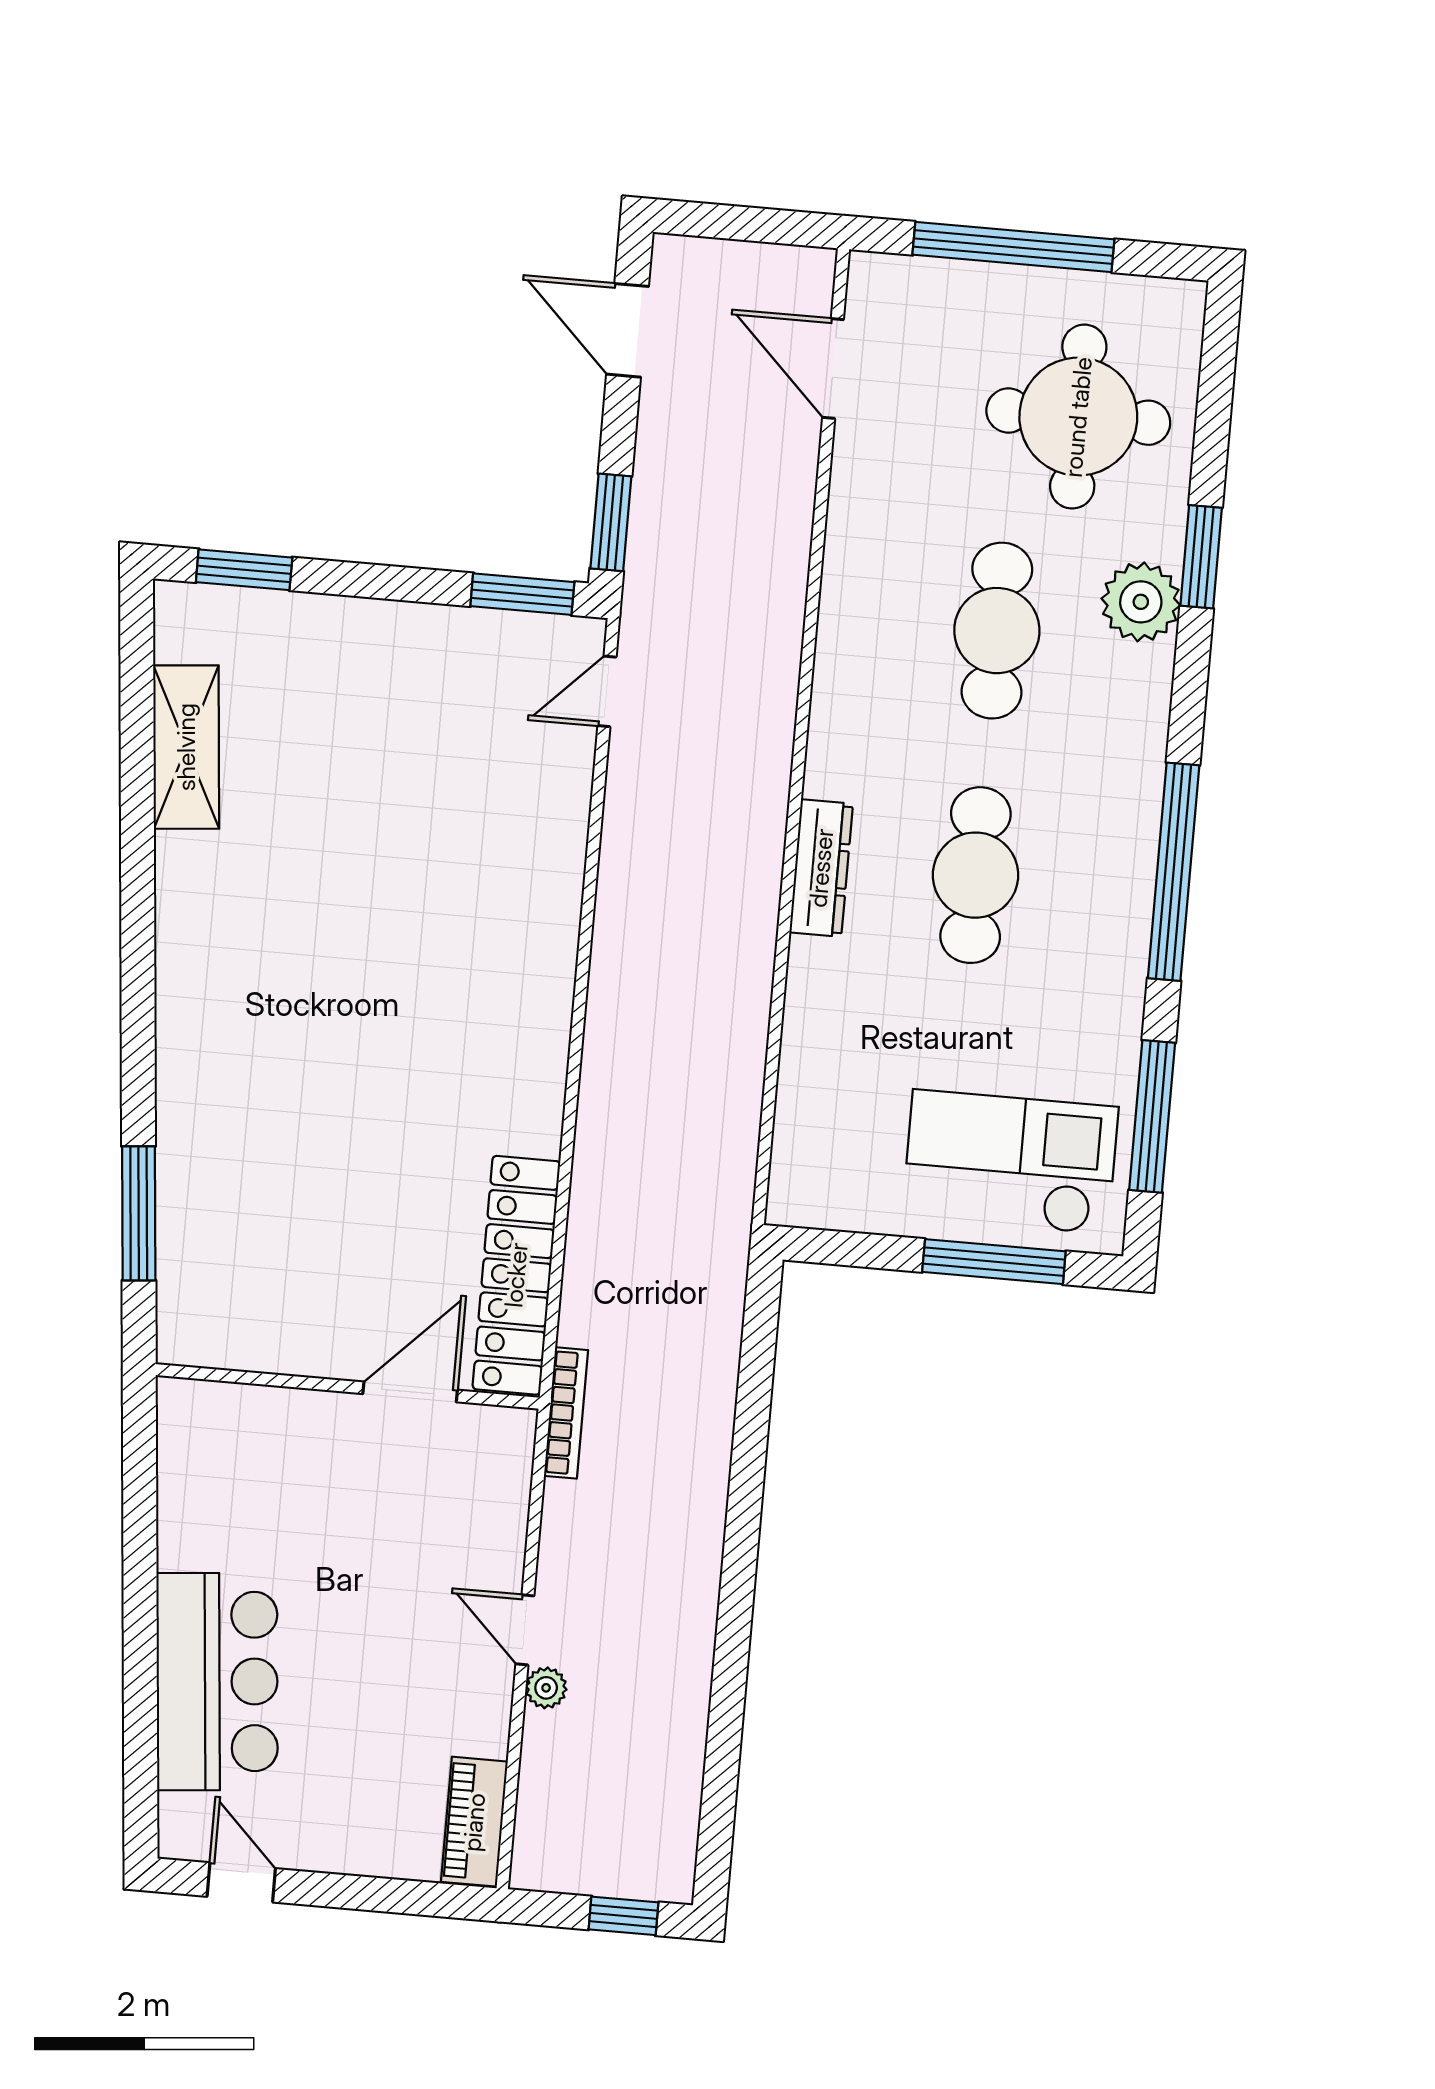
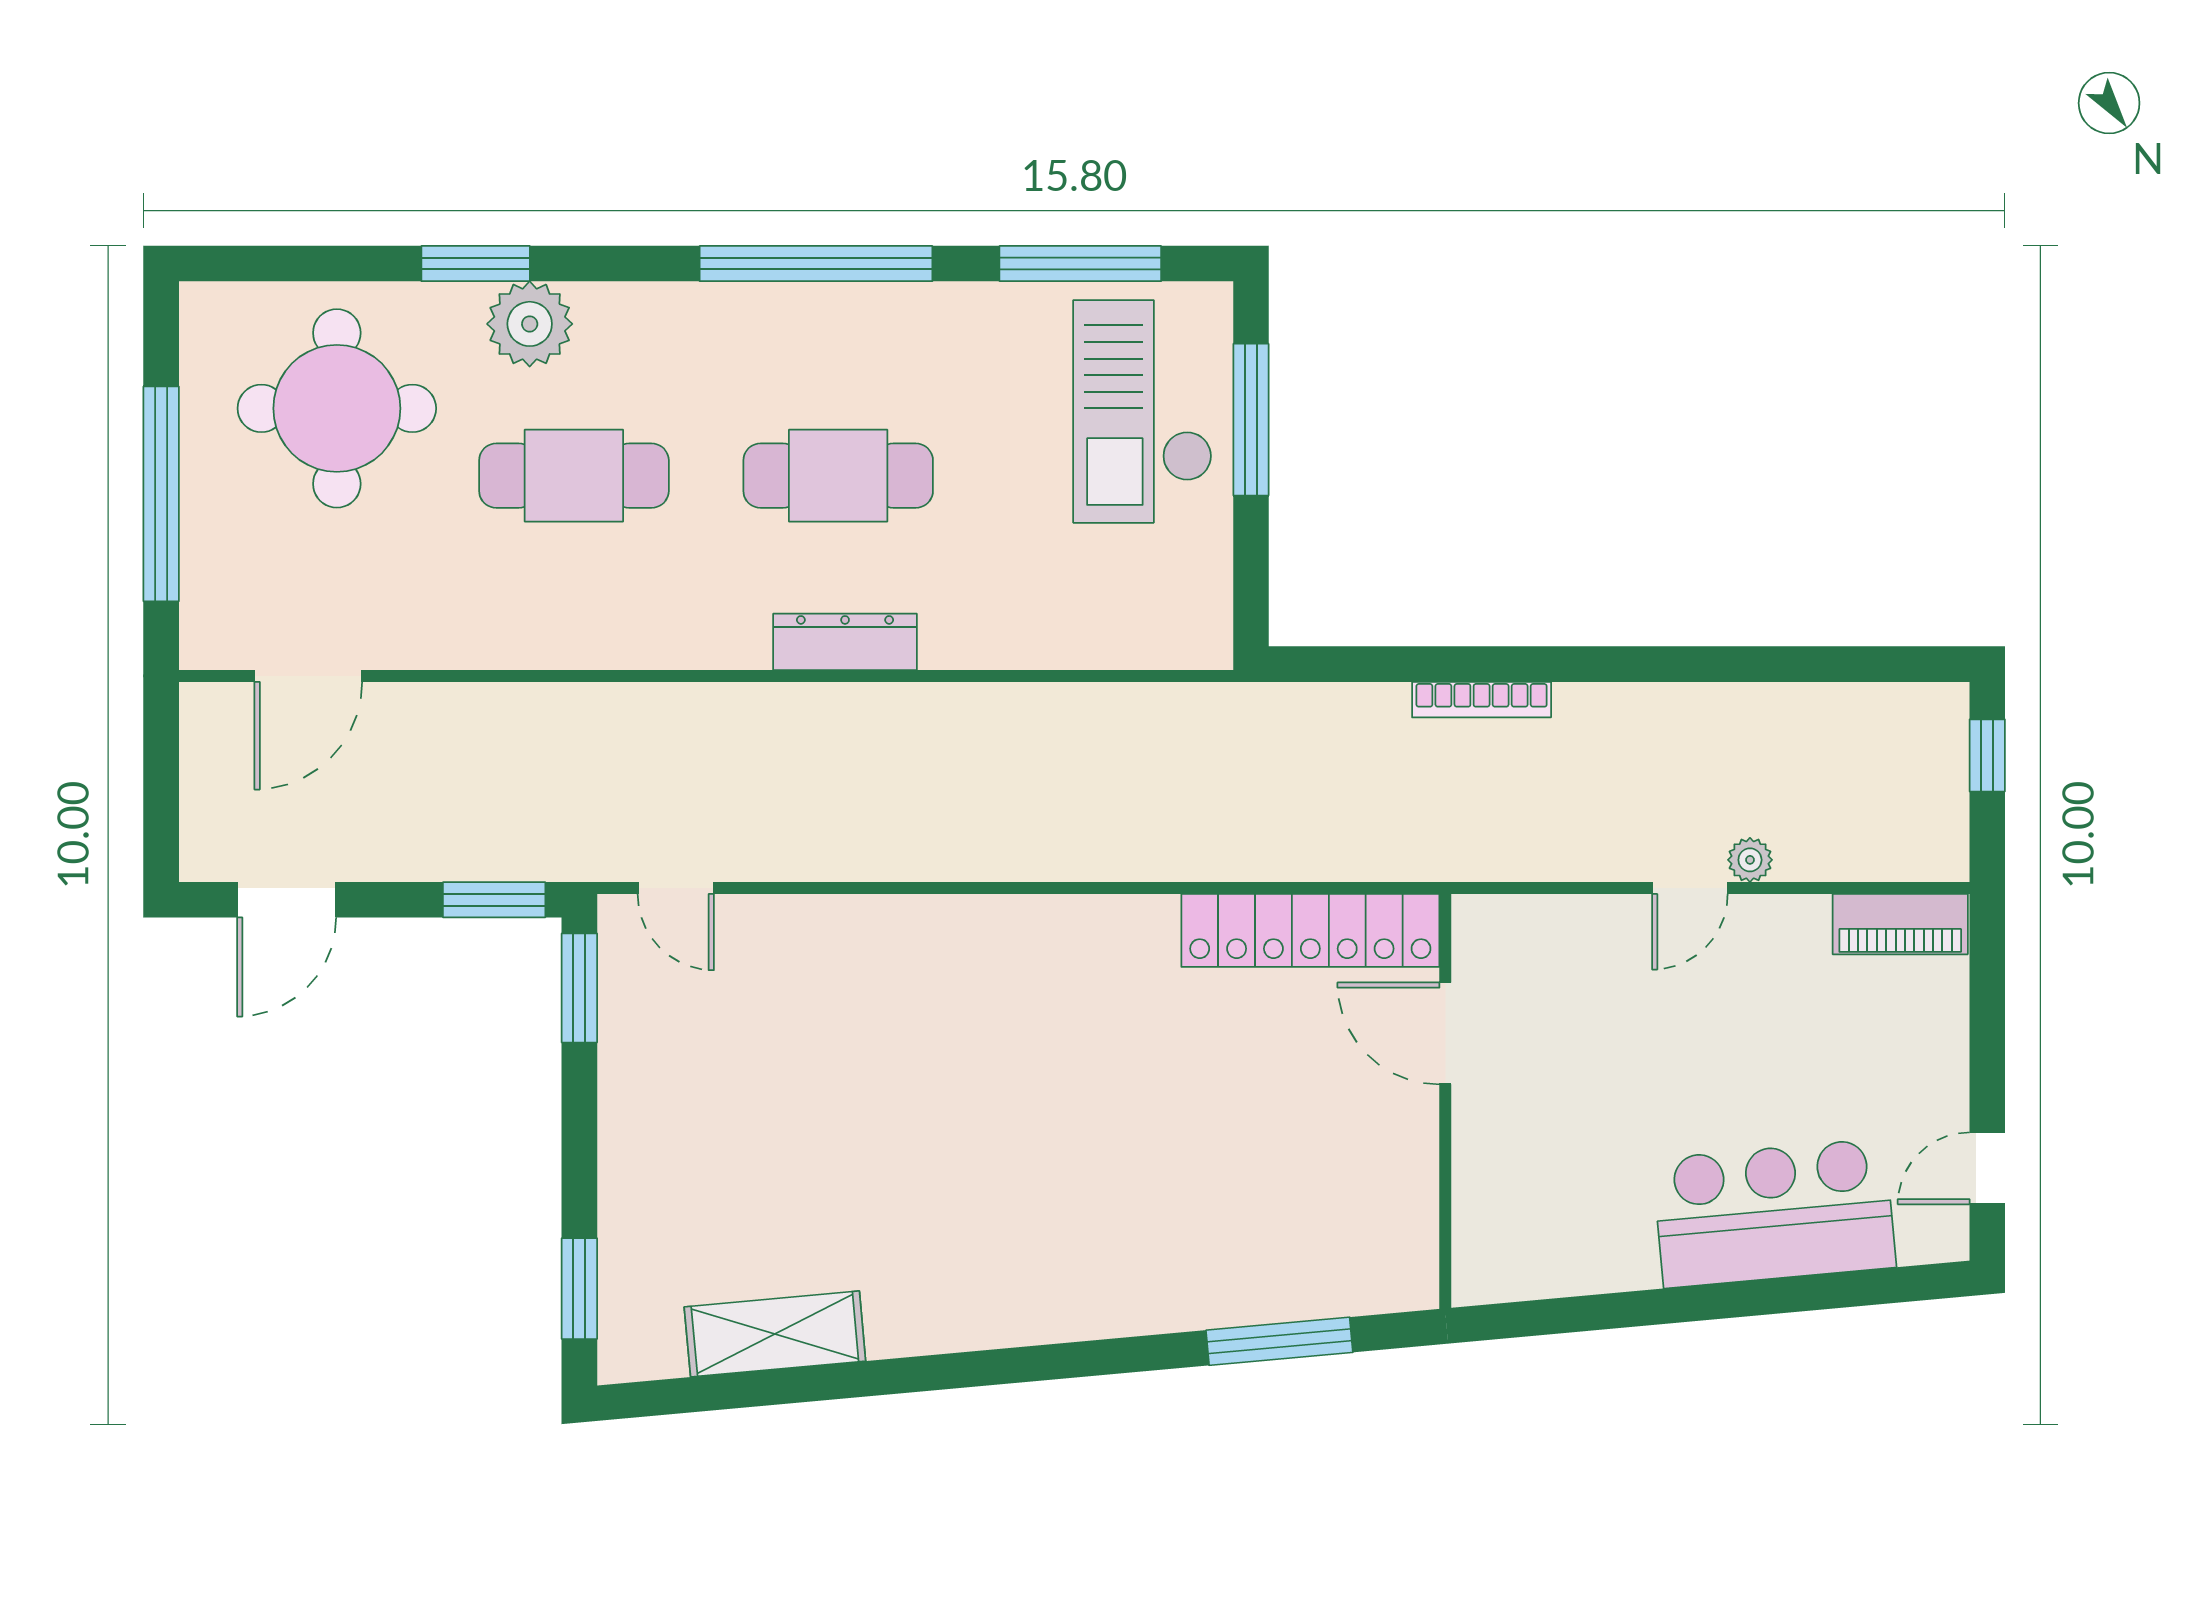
bookcase: (566, 1413) -> (1482, 700), moved, turned 180

